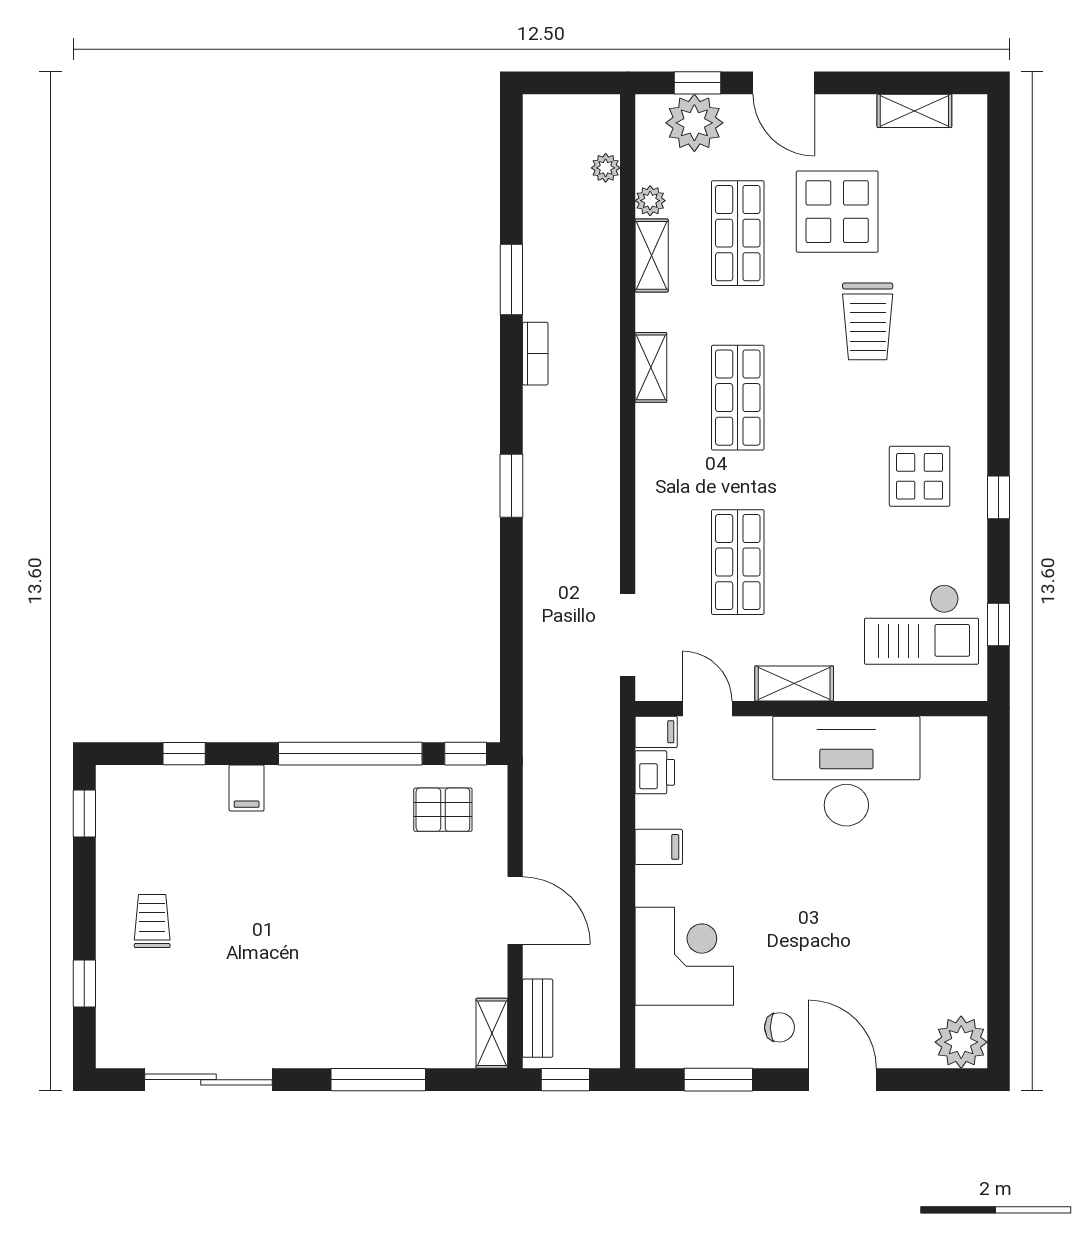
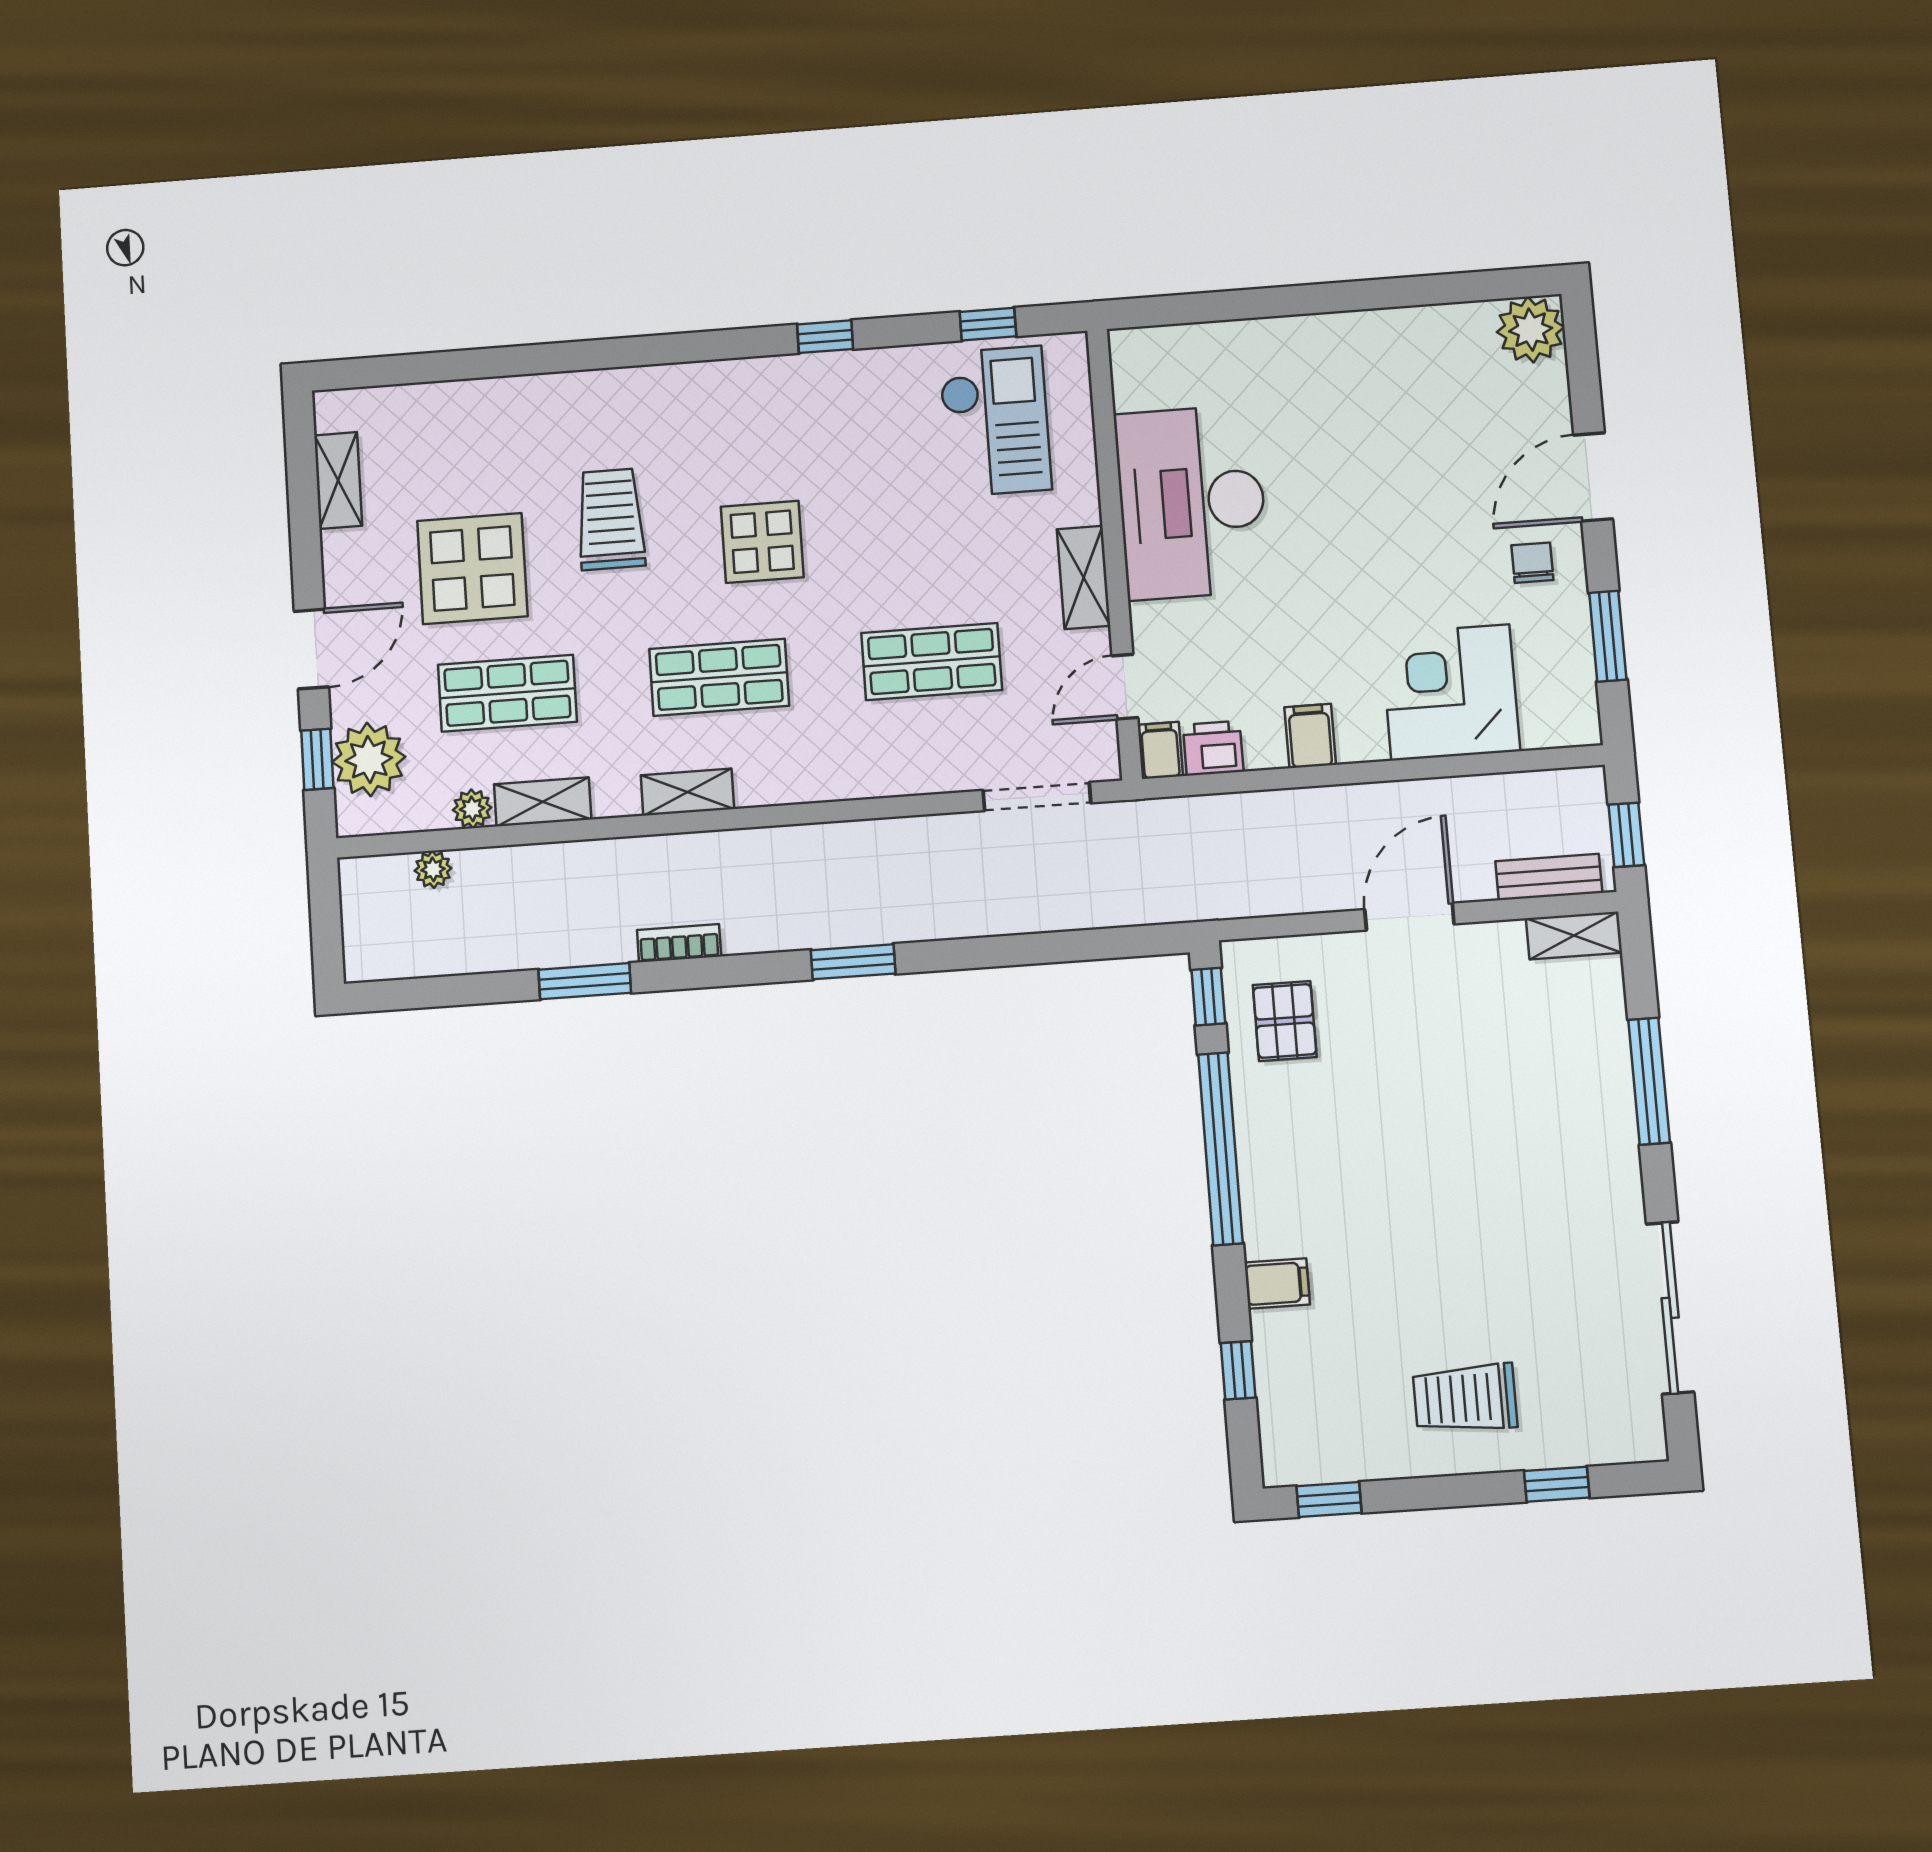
trolley: (868, 321) -> (611, 519), turned -90
display table: (920, 476) -> (762, 542), moved
trolley: (152, 921) -> (1465, 1398), width x1.36, depth x1.39

